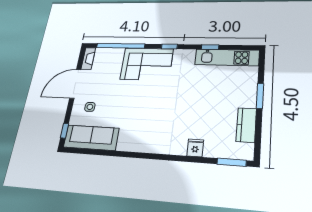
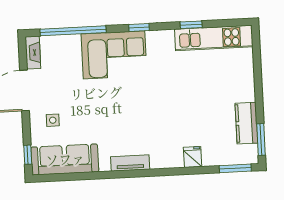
window: (260, 96) -> (261, 140), moved
tv unit: (142, 147) -> (130, 163), added

